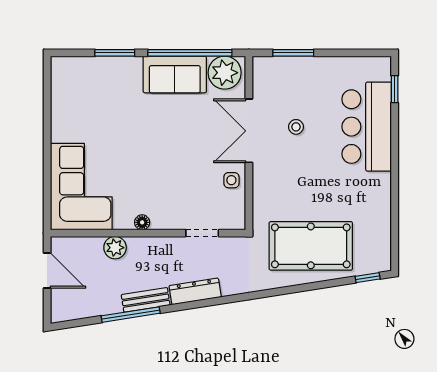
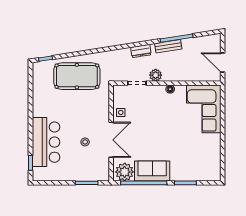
plant: (115, 248) -> (156, 75), moved
dresser: (195, 291) -> (141, 51), width x0.70

